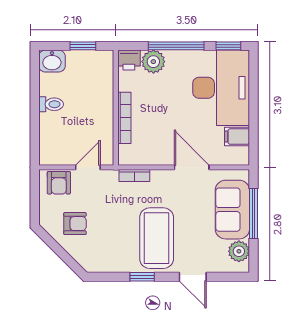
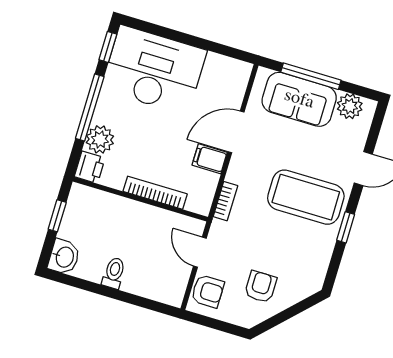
filing cabinet: (237, 137) -> (210, 159), moved, turned 90

